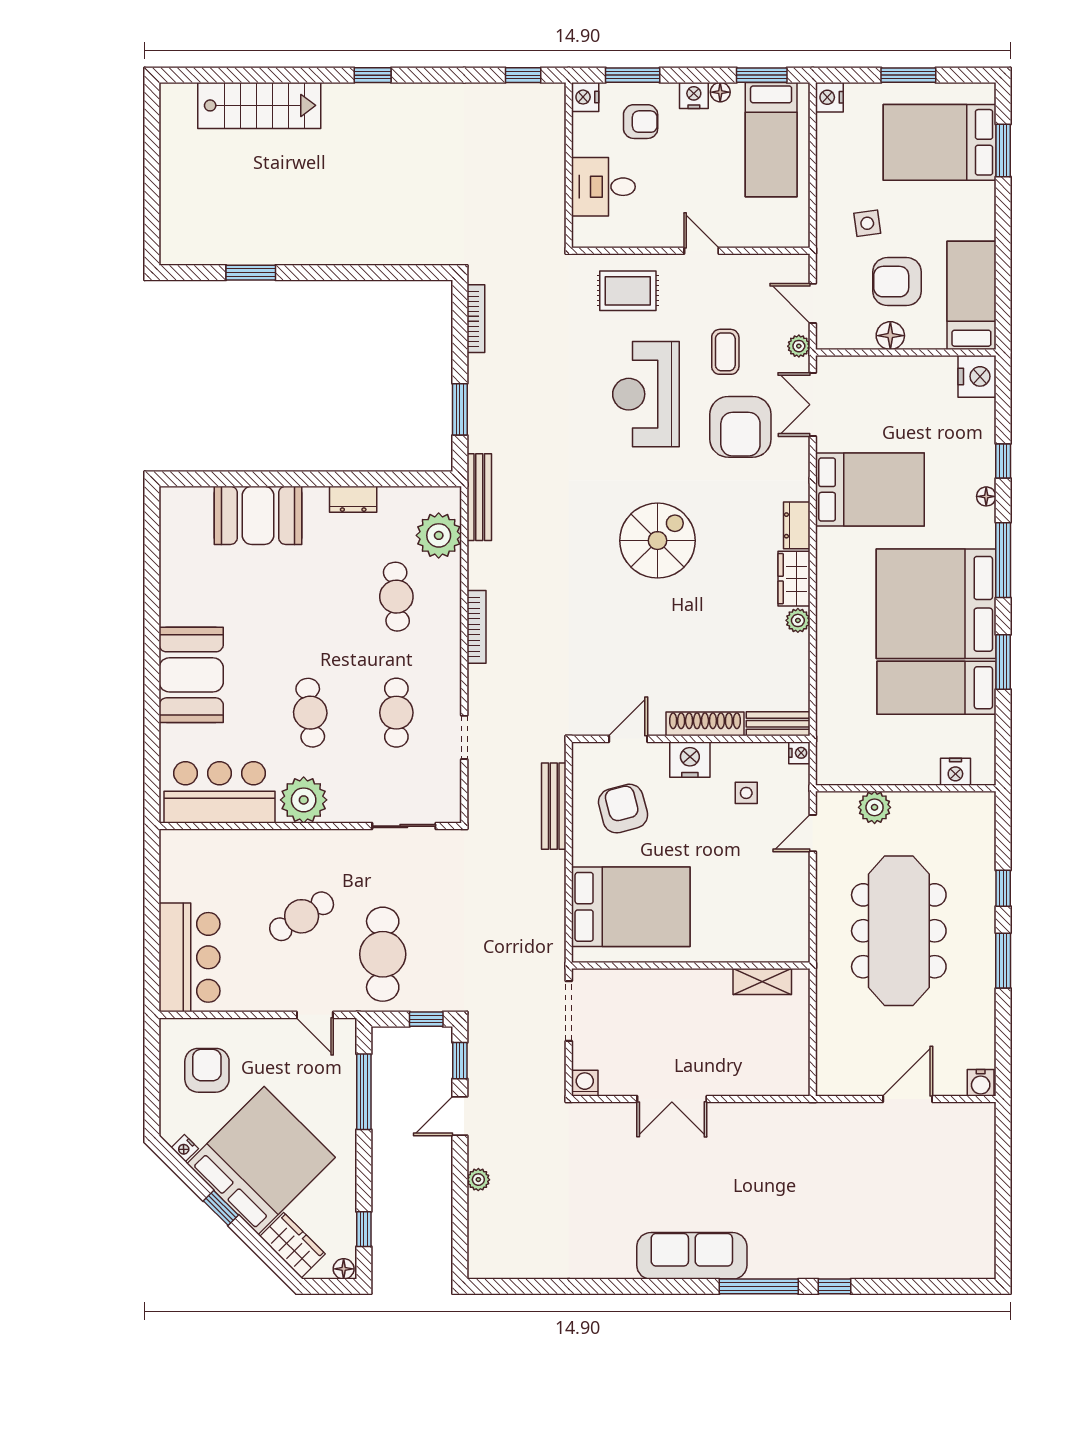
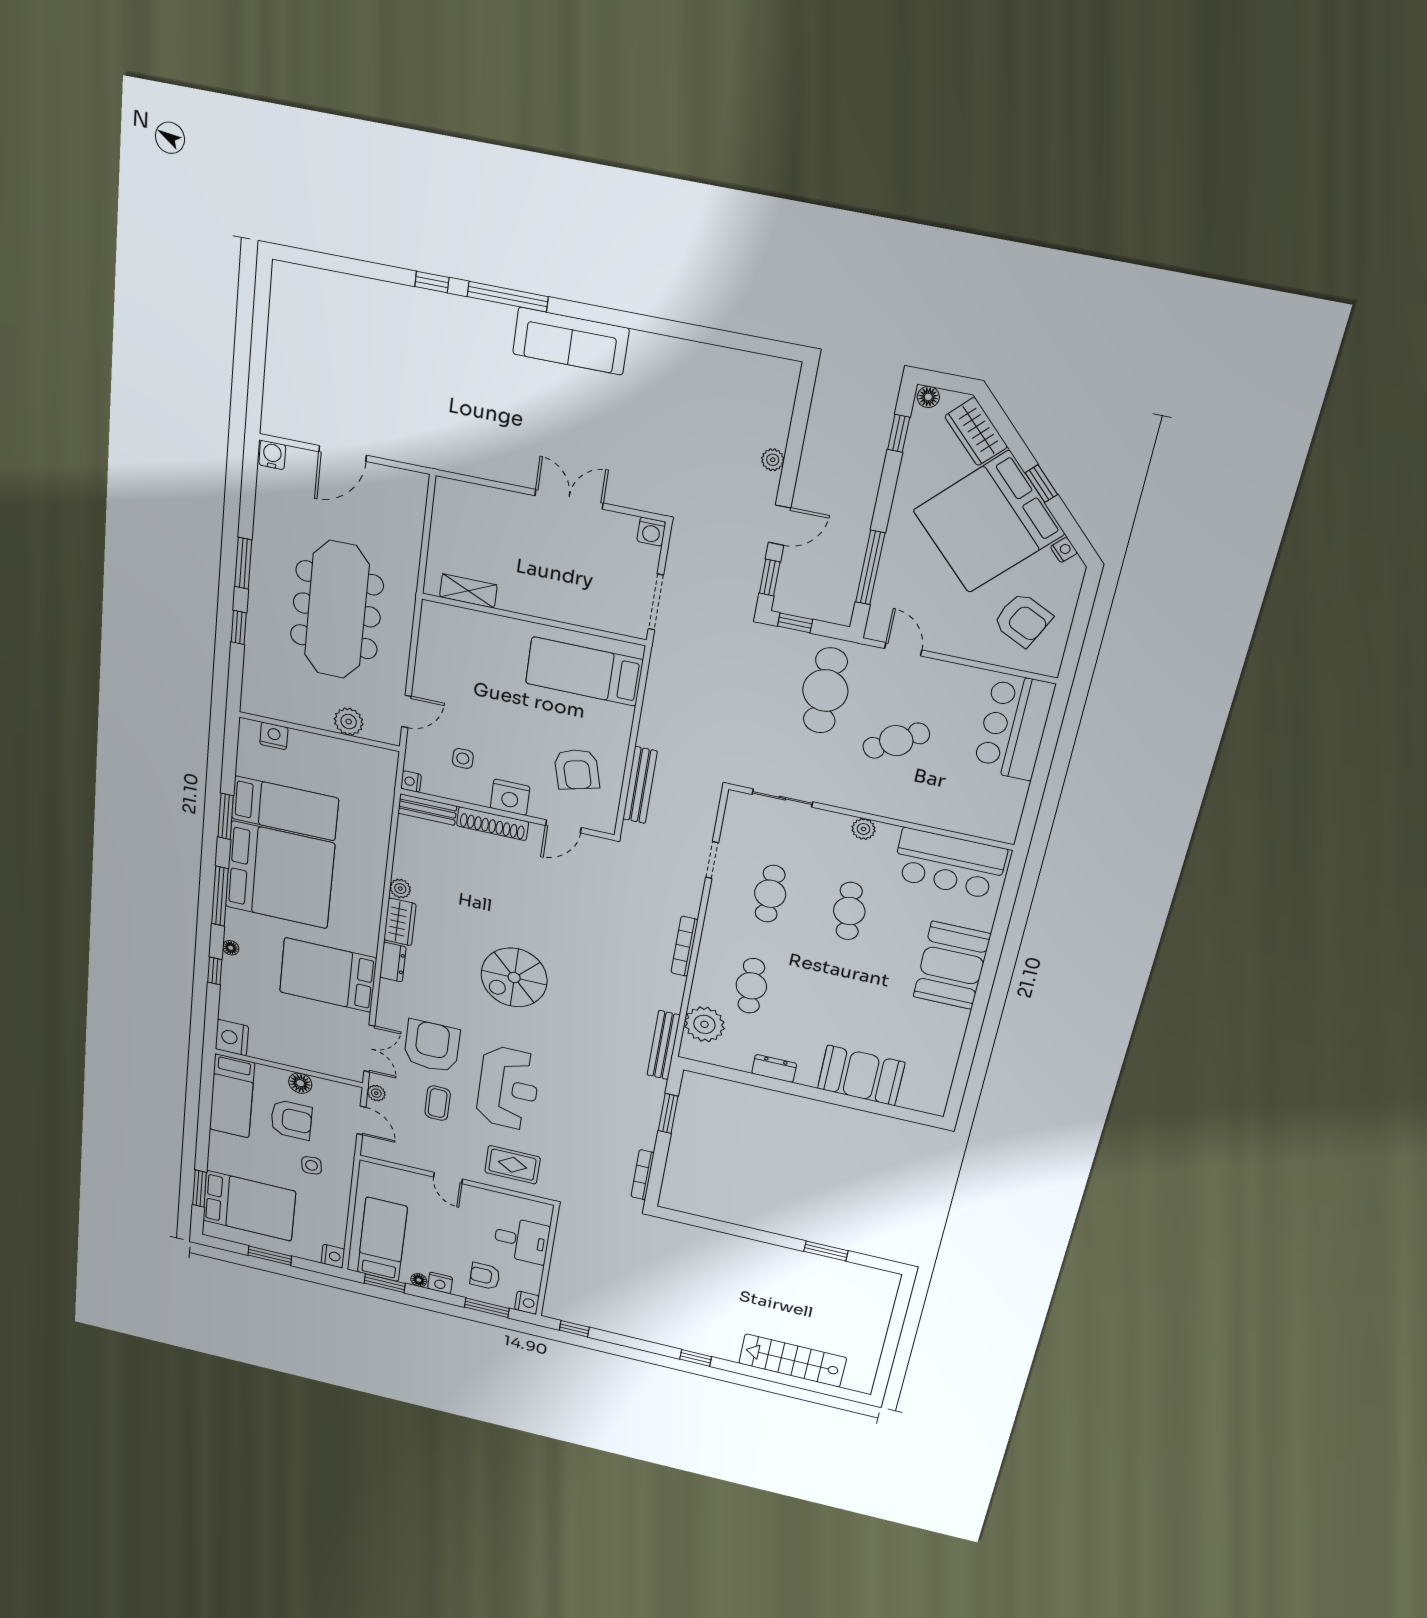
plant: (304, 800) -> (863, 829), width x0.53, depth x0.53
bed: (631, 907) -> (584, 672), width x0.67
armchair: (207, 1070) -> (1023, 620), turned -64

